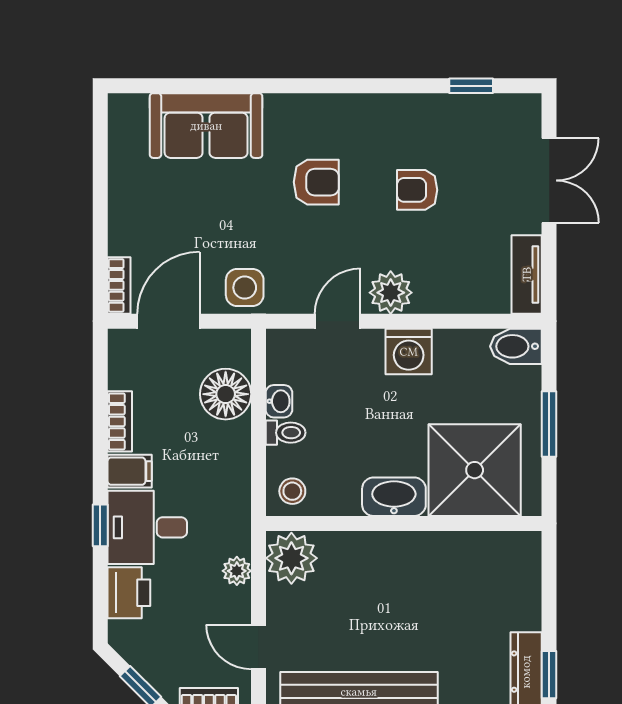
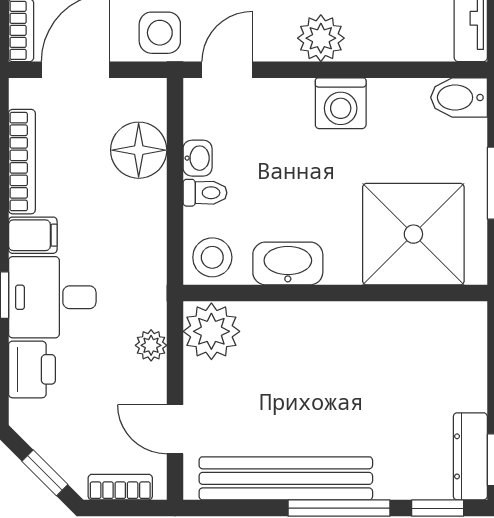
door: (338, 321) -> (227, 70), moved
bookcase: (120, 421) -> (22, 162), width x1.56
stool: (292, 491) -> (212, 257), width x1.37, depth x1.37
washbasin: (394, 497) -> (288, 263), moved

